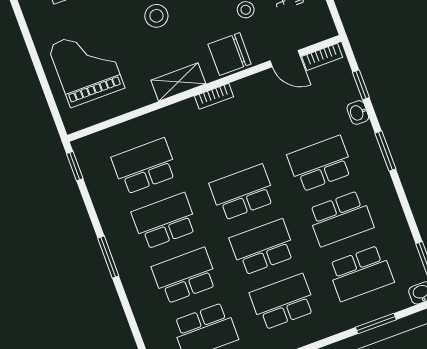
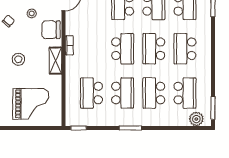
chair: (230, 54) -> (51, 30), turned 90
grand piano: (86, 67) -> (31, 104), turned 180
school desk: (242, 192) -> (123, 49), turned 180
school desk: (165, 221) -> (123, 93), turned 180

